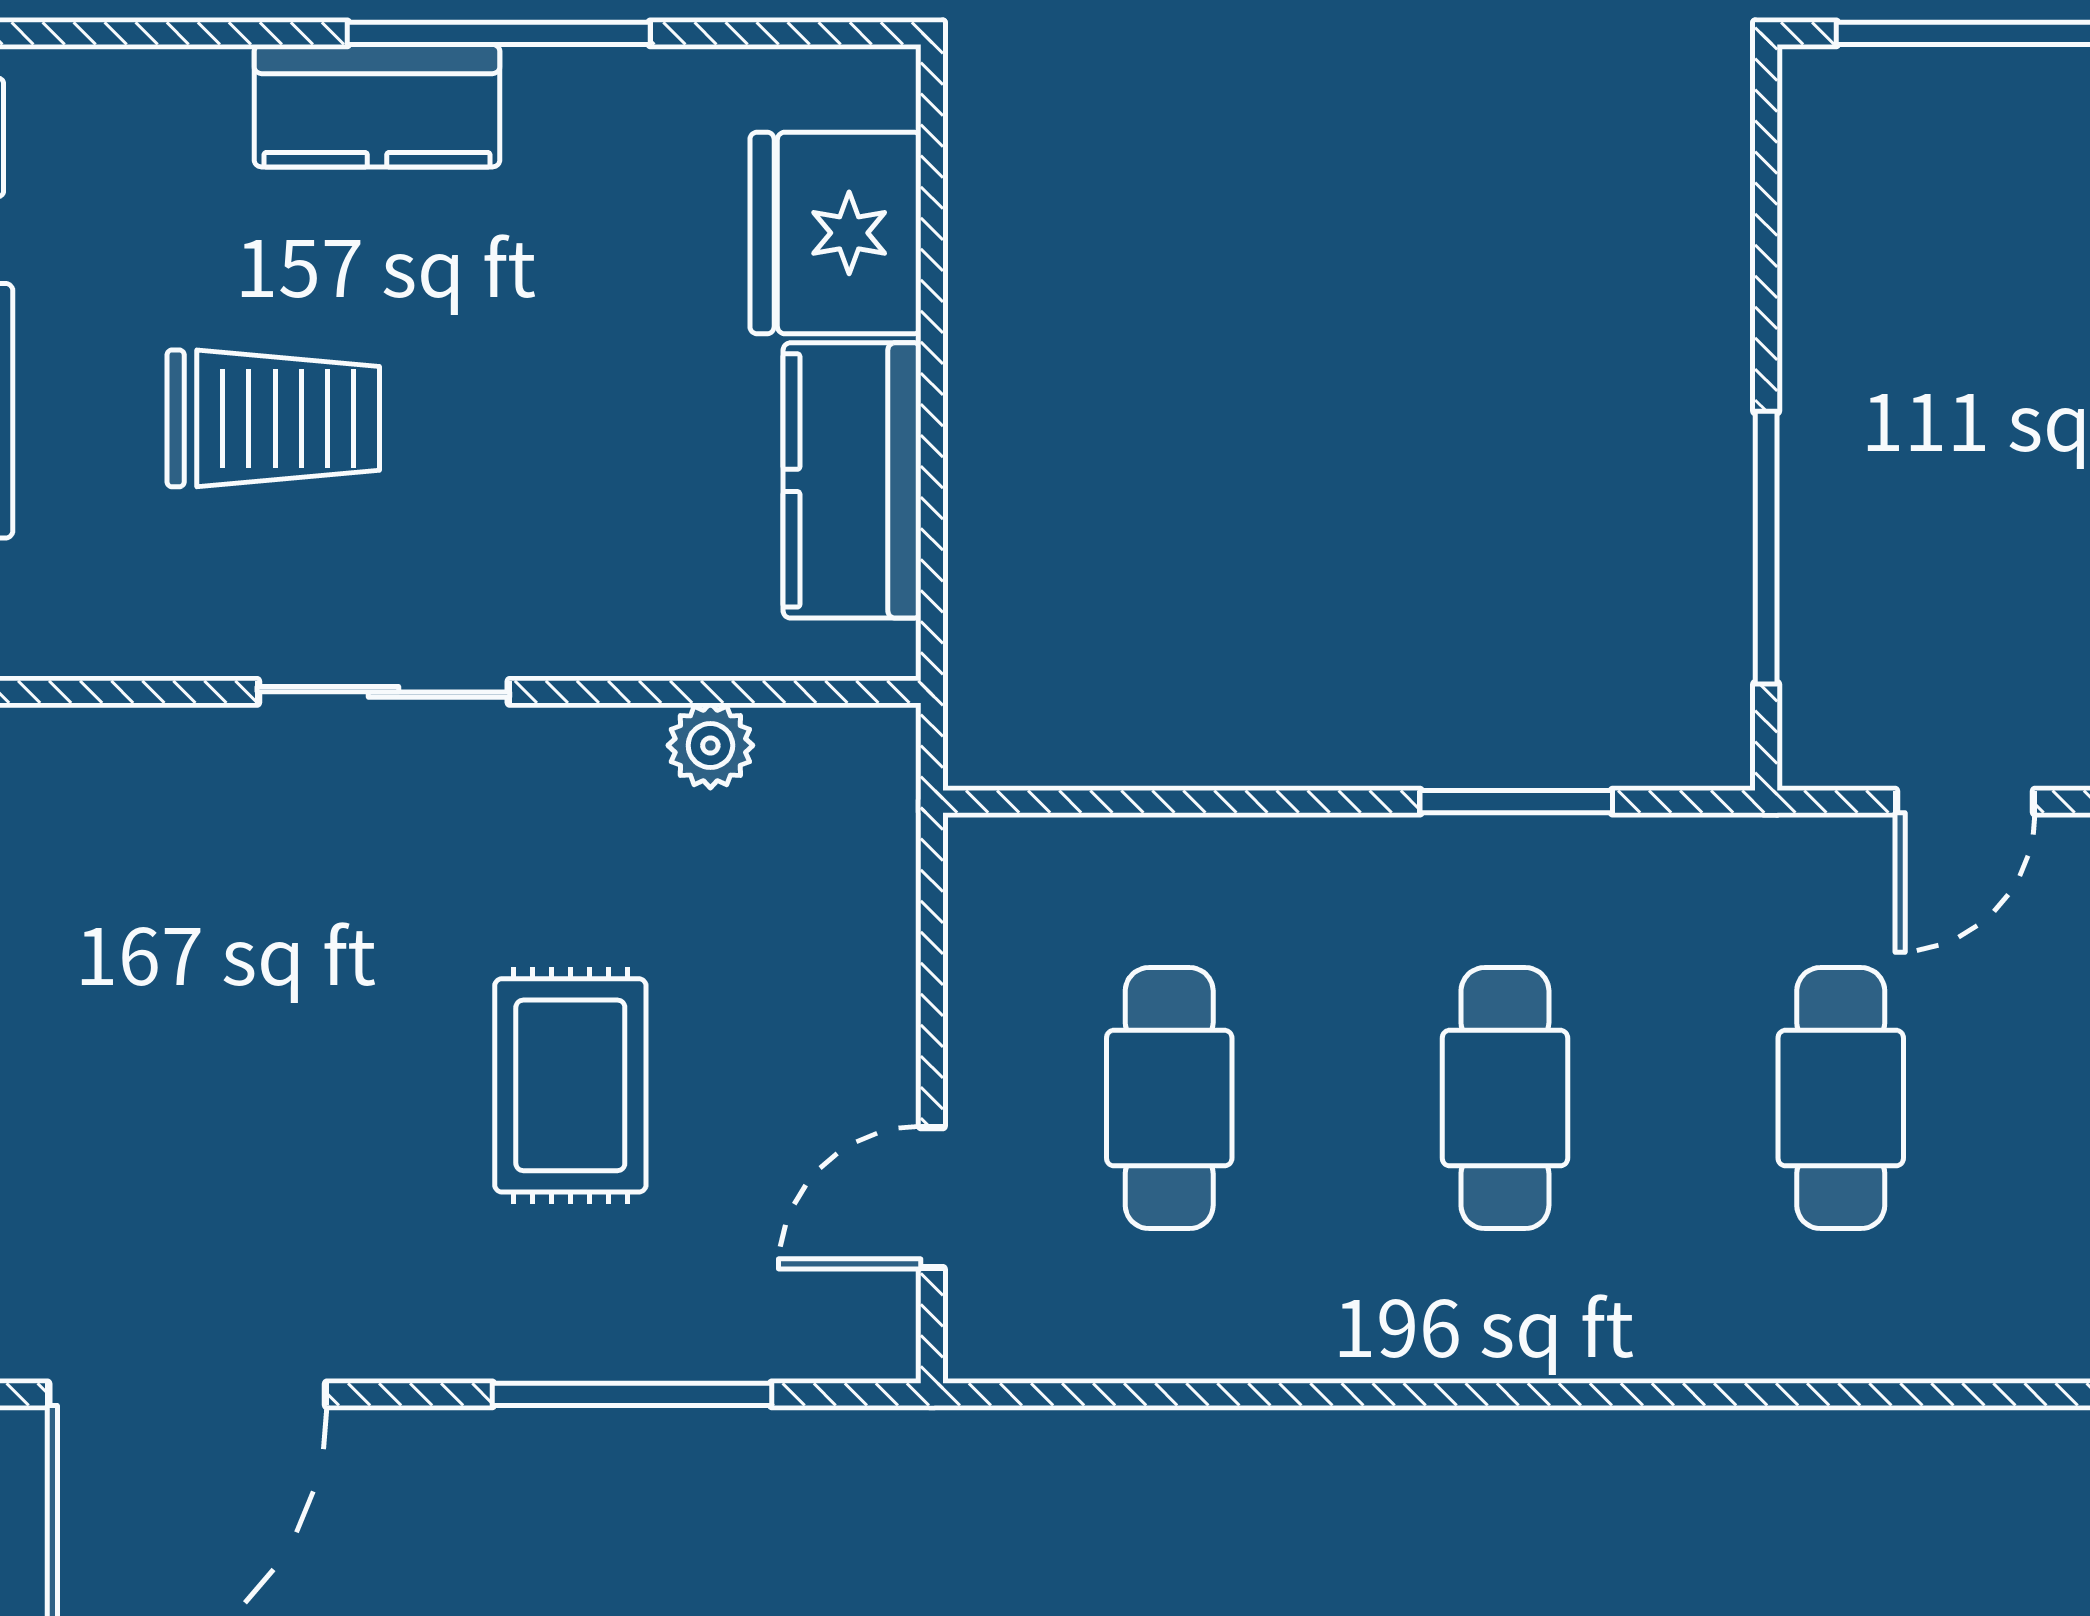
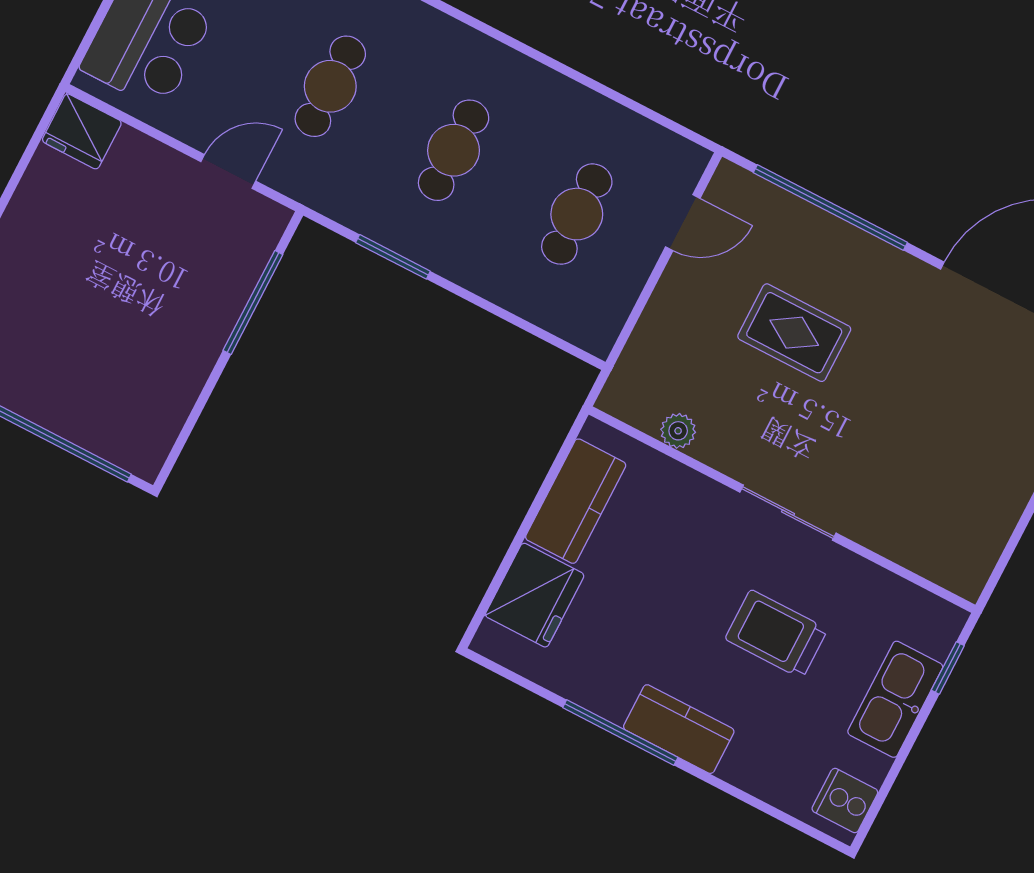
rug: (570, 1085) -> (794, 333), turned 90
window: (632, 1394) -> (830, 208), width x1.46

